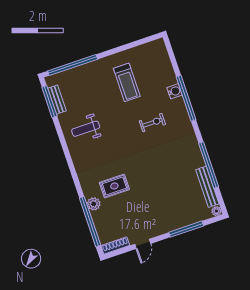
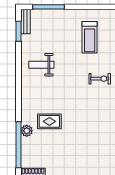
window: (73, 65) -> (49, 7), width x0.68
bench: (57, 100) -> (25, 22), moved
window: (49, 102) -> (18, 31), width x0.69

